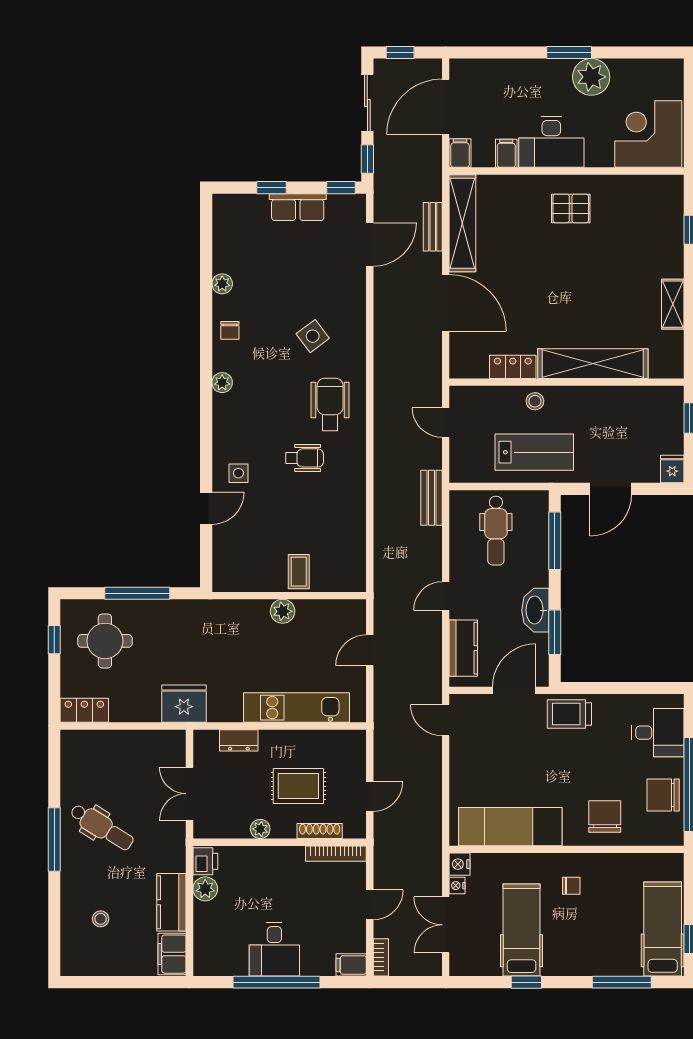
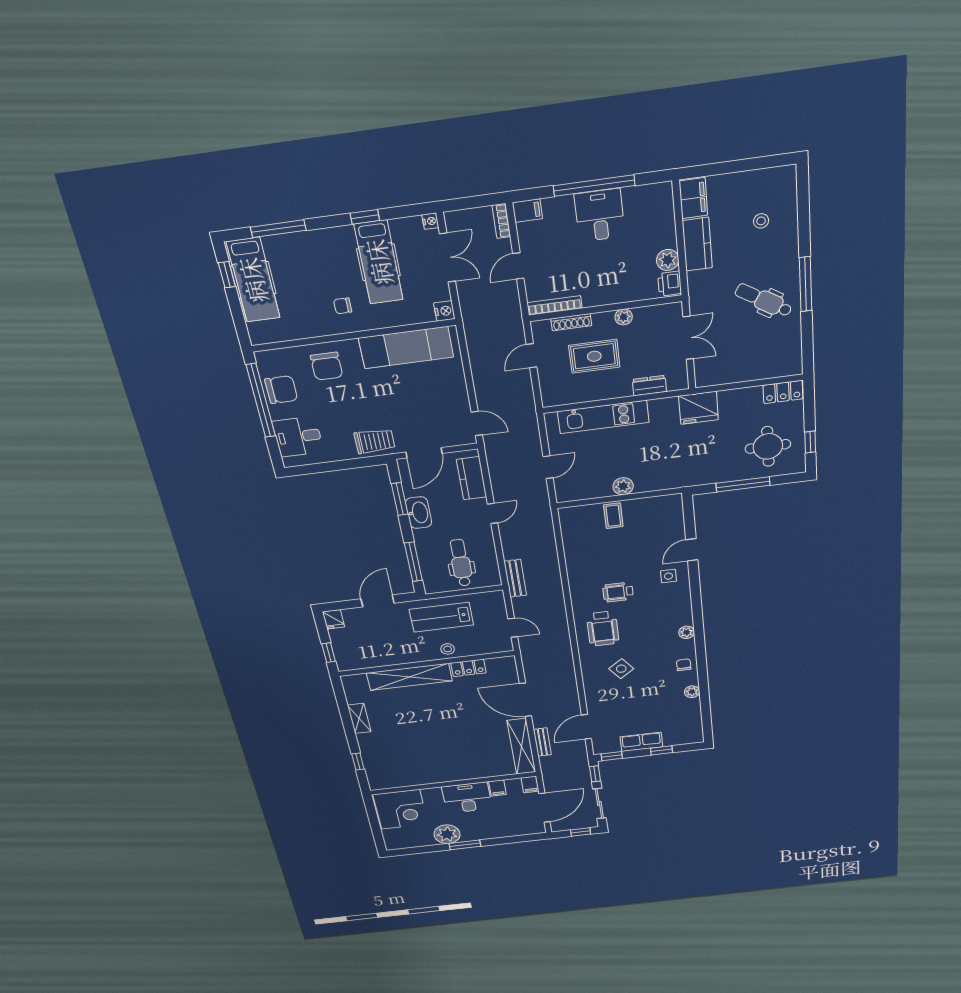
pallet: (571, 208) -> (446, 763), removed
nightstand: (457, 886) -> (430, 221), moved

